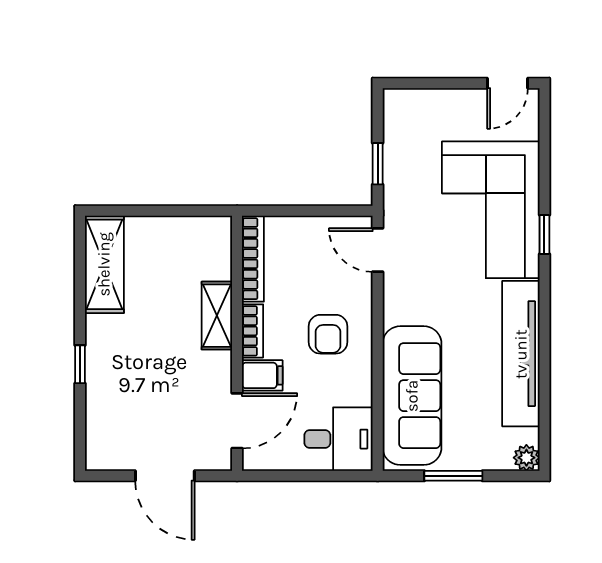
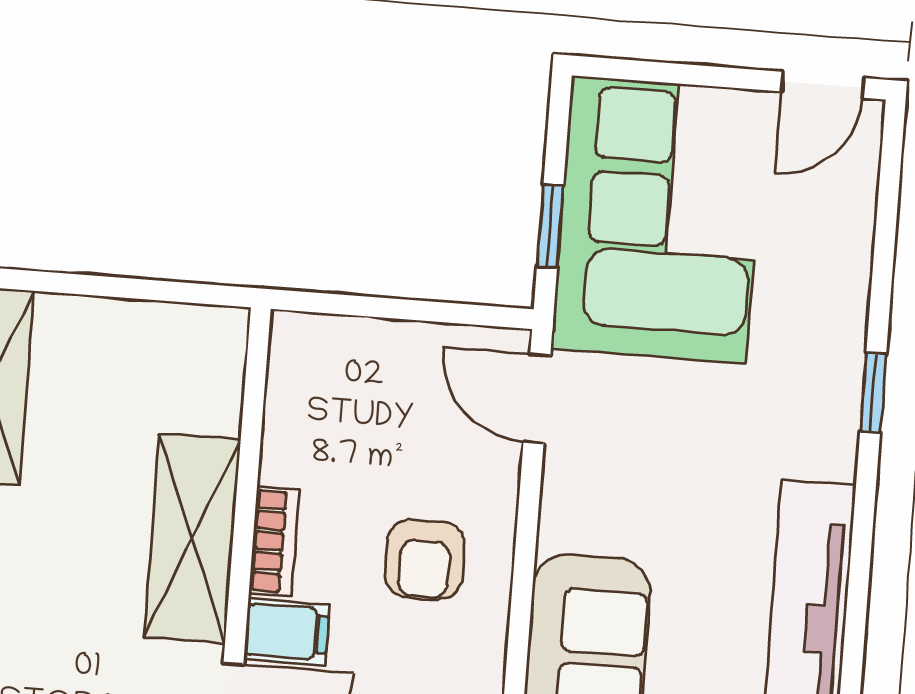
corner sofa: (491, 210) -> (659, 220), moved, turned 180
bookcase: (253, 259) -> (286, 397), removed
shelving: (217, 316) -> (192, 538), width x1.50, depth x1.33

